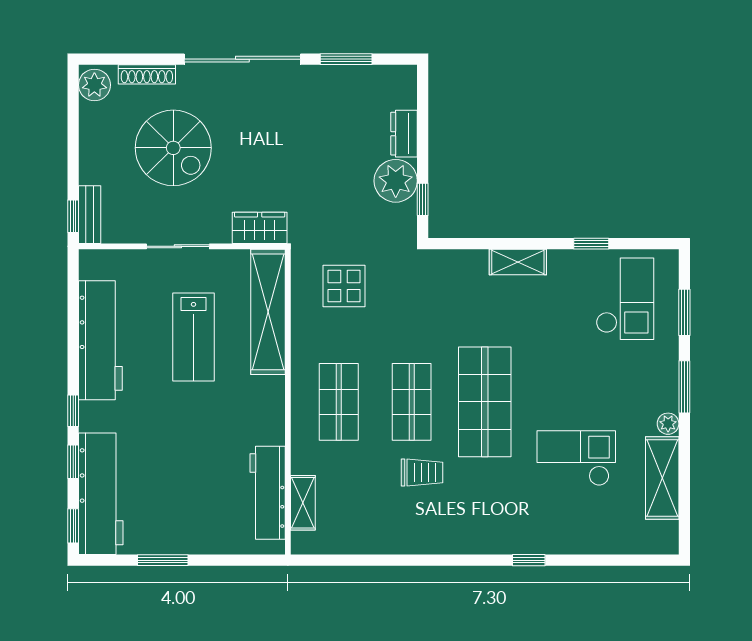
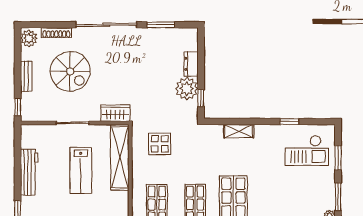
bench: (90, 215) -> (26, 76), moved
shelving: (518, 262) -> (239, 131), moved
checkout: (625, 299) -> (307, 150), turned 90
workbench: (100, 340) -> (29, 172), width x0.73, depth x0.76

